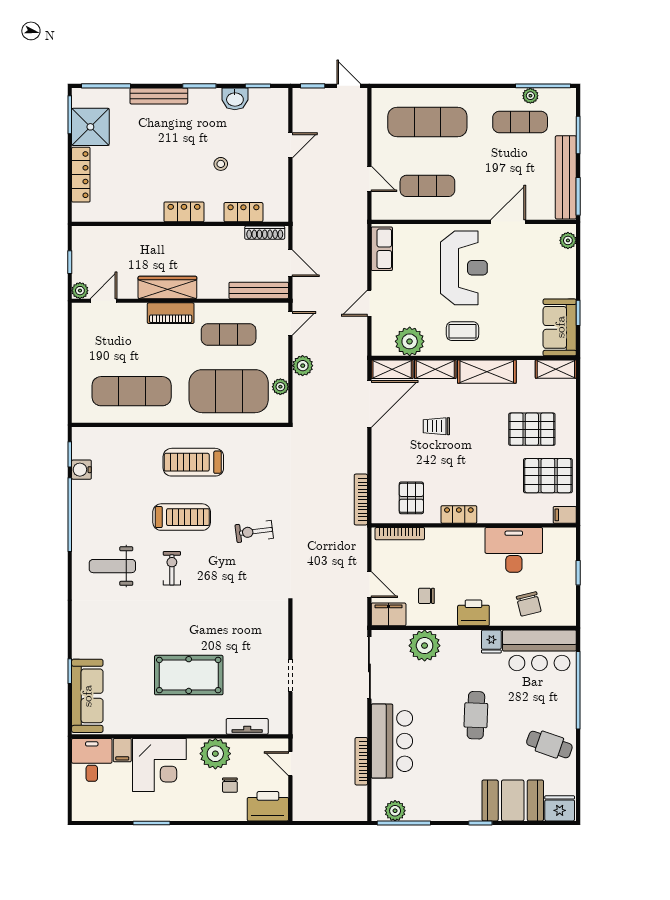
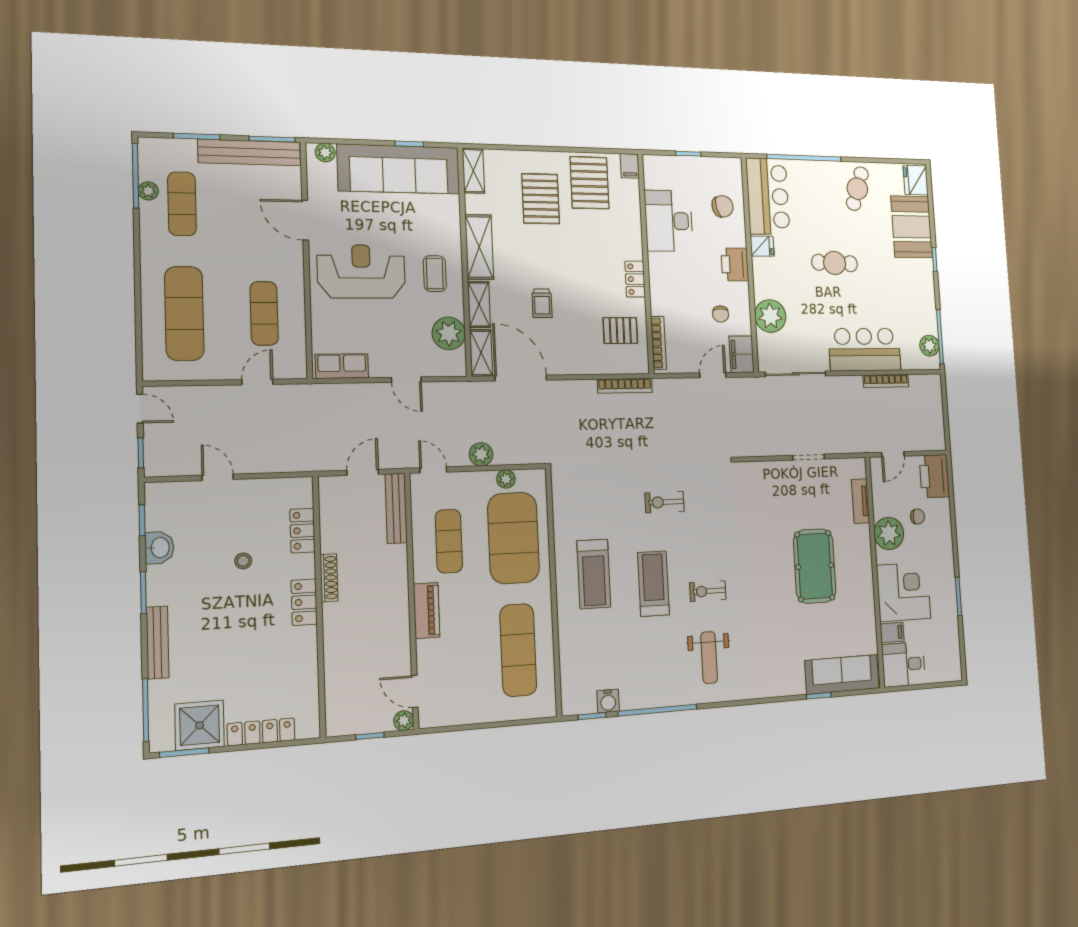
door: (349, 86) -> (140, 409), swing flipped
shoe rack: (265, 233) -> (329, 578), moved
wardrobe: (167, 288) -> (396, 616), removed
sofa: (560, 327) -> (399, 169), width x1.85, depth x1.27
exercise bike: (254, 532) -> (665, 502), turned 97

